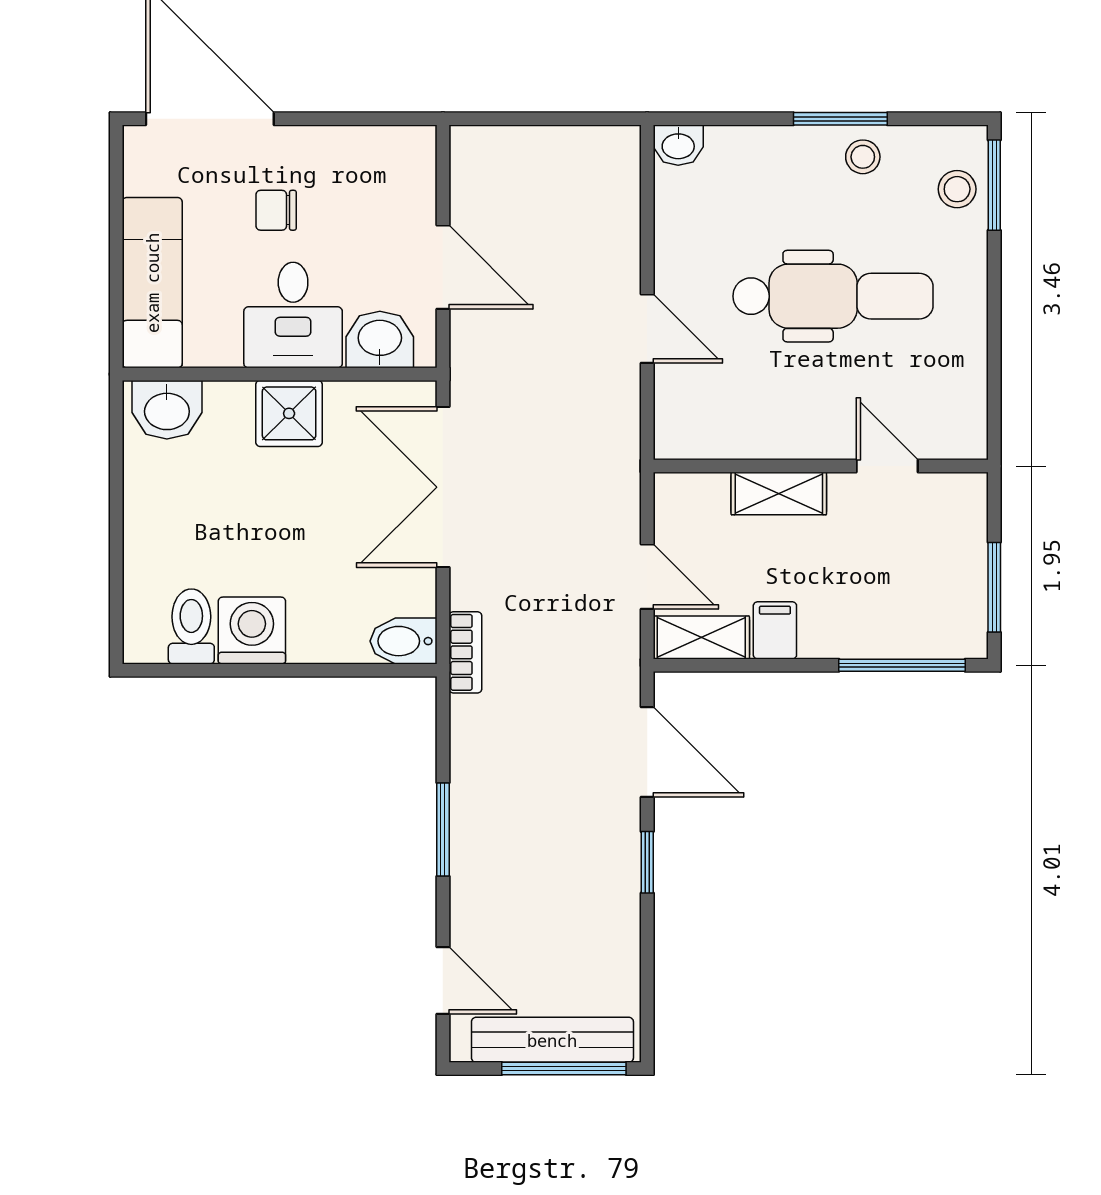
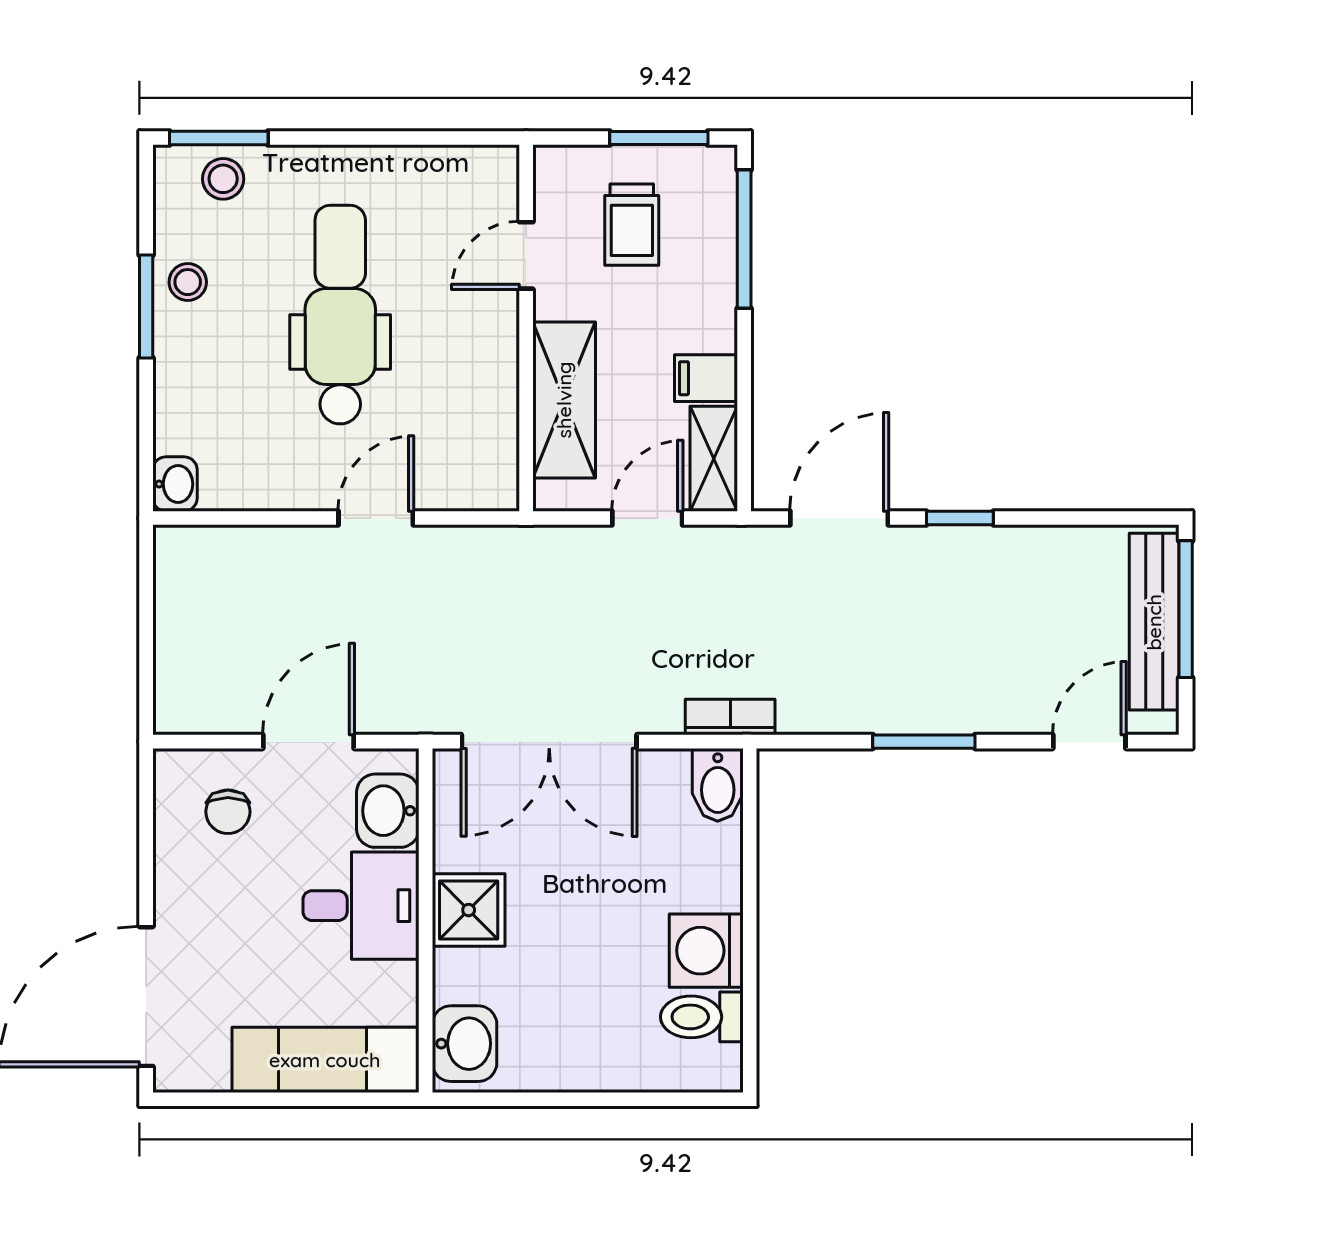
chair: (276, 210) -> (228, 812), moved
shelving: (779, 494) -> (564, 400), width x1.50, depth x1.33
trolley: (915, 563) -> (632, 225), added

